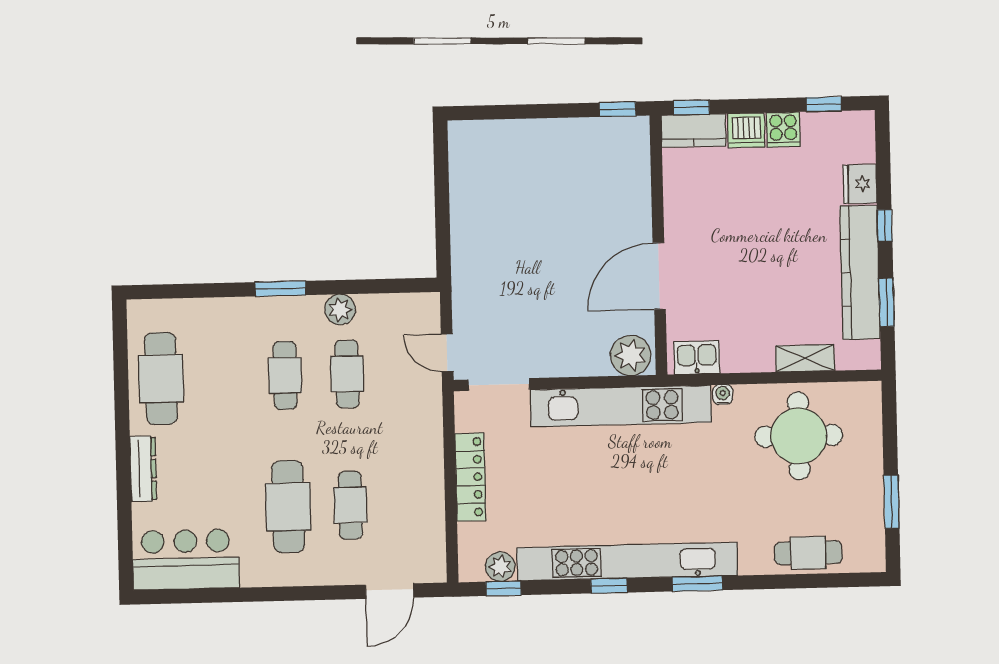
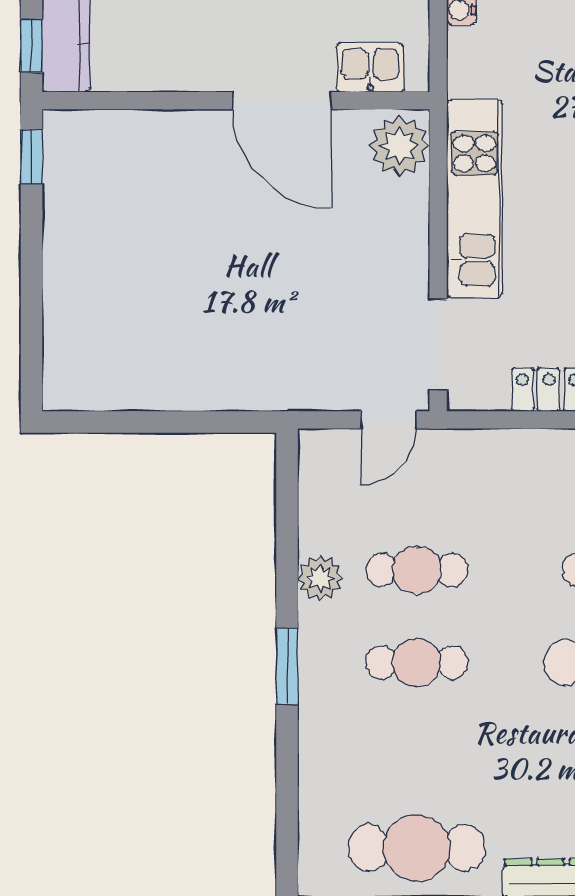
kitchen sink: (697, 358) -> (370, 68), moved, turned 90
kitchen unit: (621, 406) -> (474, 199), width x0.73

